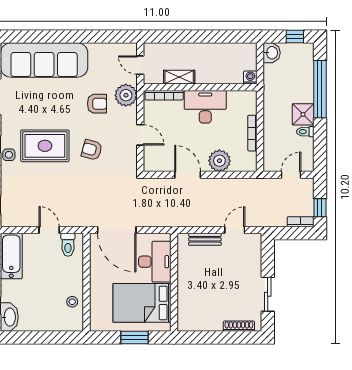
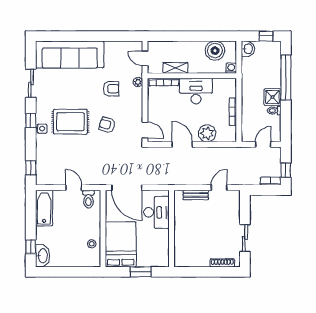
boiler: (229, 55) -> (215, 51), added
plant: (126, 95) -> (138, 82), width x0.53, depth x0.53
door: (140, 135) -> (145, 130), moved
bed: (142, 303) -> (121, 244), moved, turned 90

